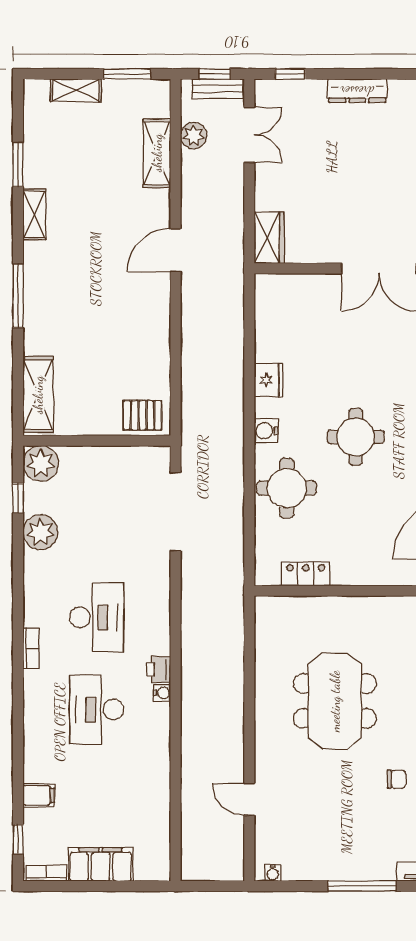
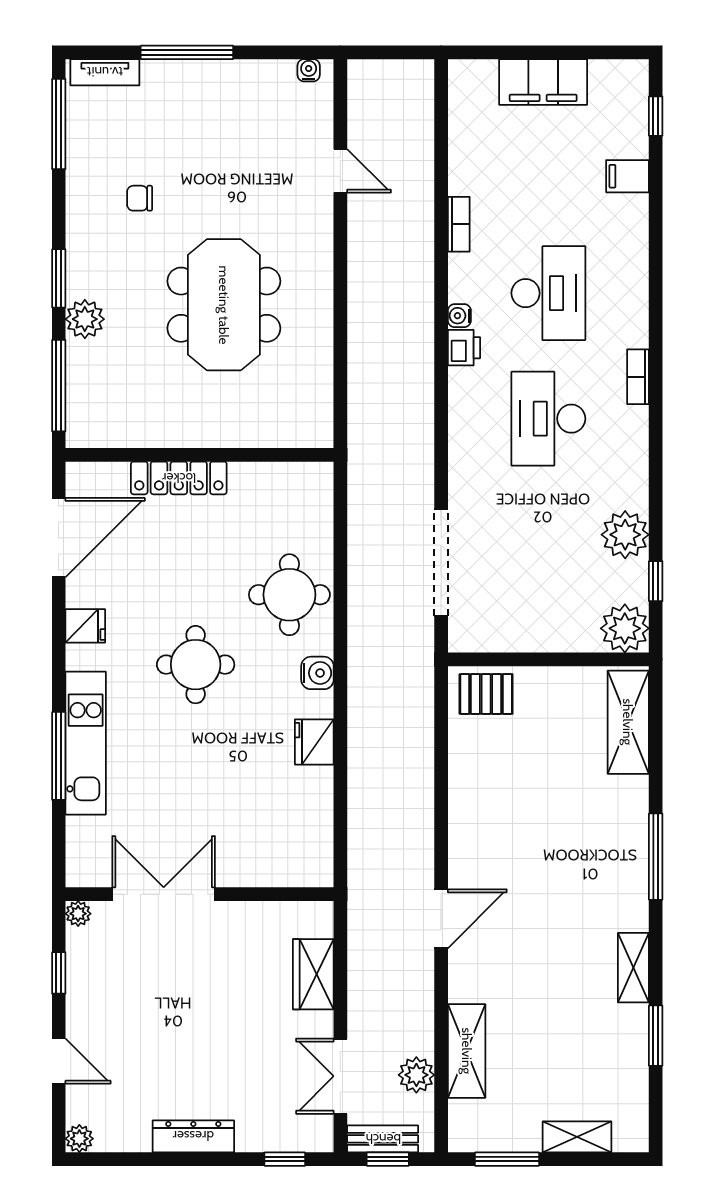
wardrobe: (269, 238) -> (313, 974), moved
locker: (306, 574) -> (179, 478), moved, width x1.53
bookcase: (46, 873) -> (459, 224), moved, turned -90

